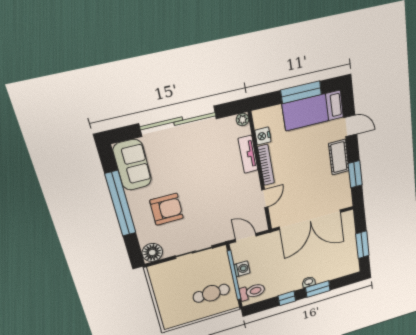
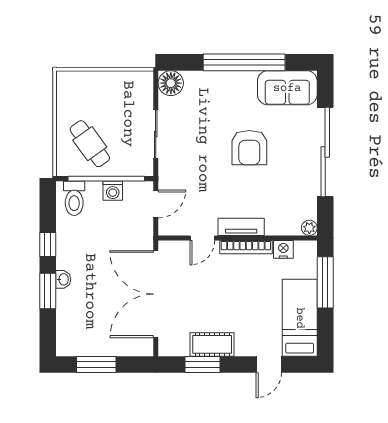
window: (301, 92) -> (325, 282), moved
tv unit: (248, 154) -> (241, 227), moved
cot: (339, 157) -> (212, 344), moved
door: (265, 198) -> (202, 238), hinge flipped
armchair: (167, 209) -> (249, 148), moved
cafe table: (211, 293) -> (90, 144), turned -36

